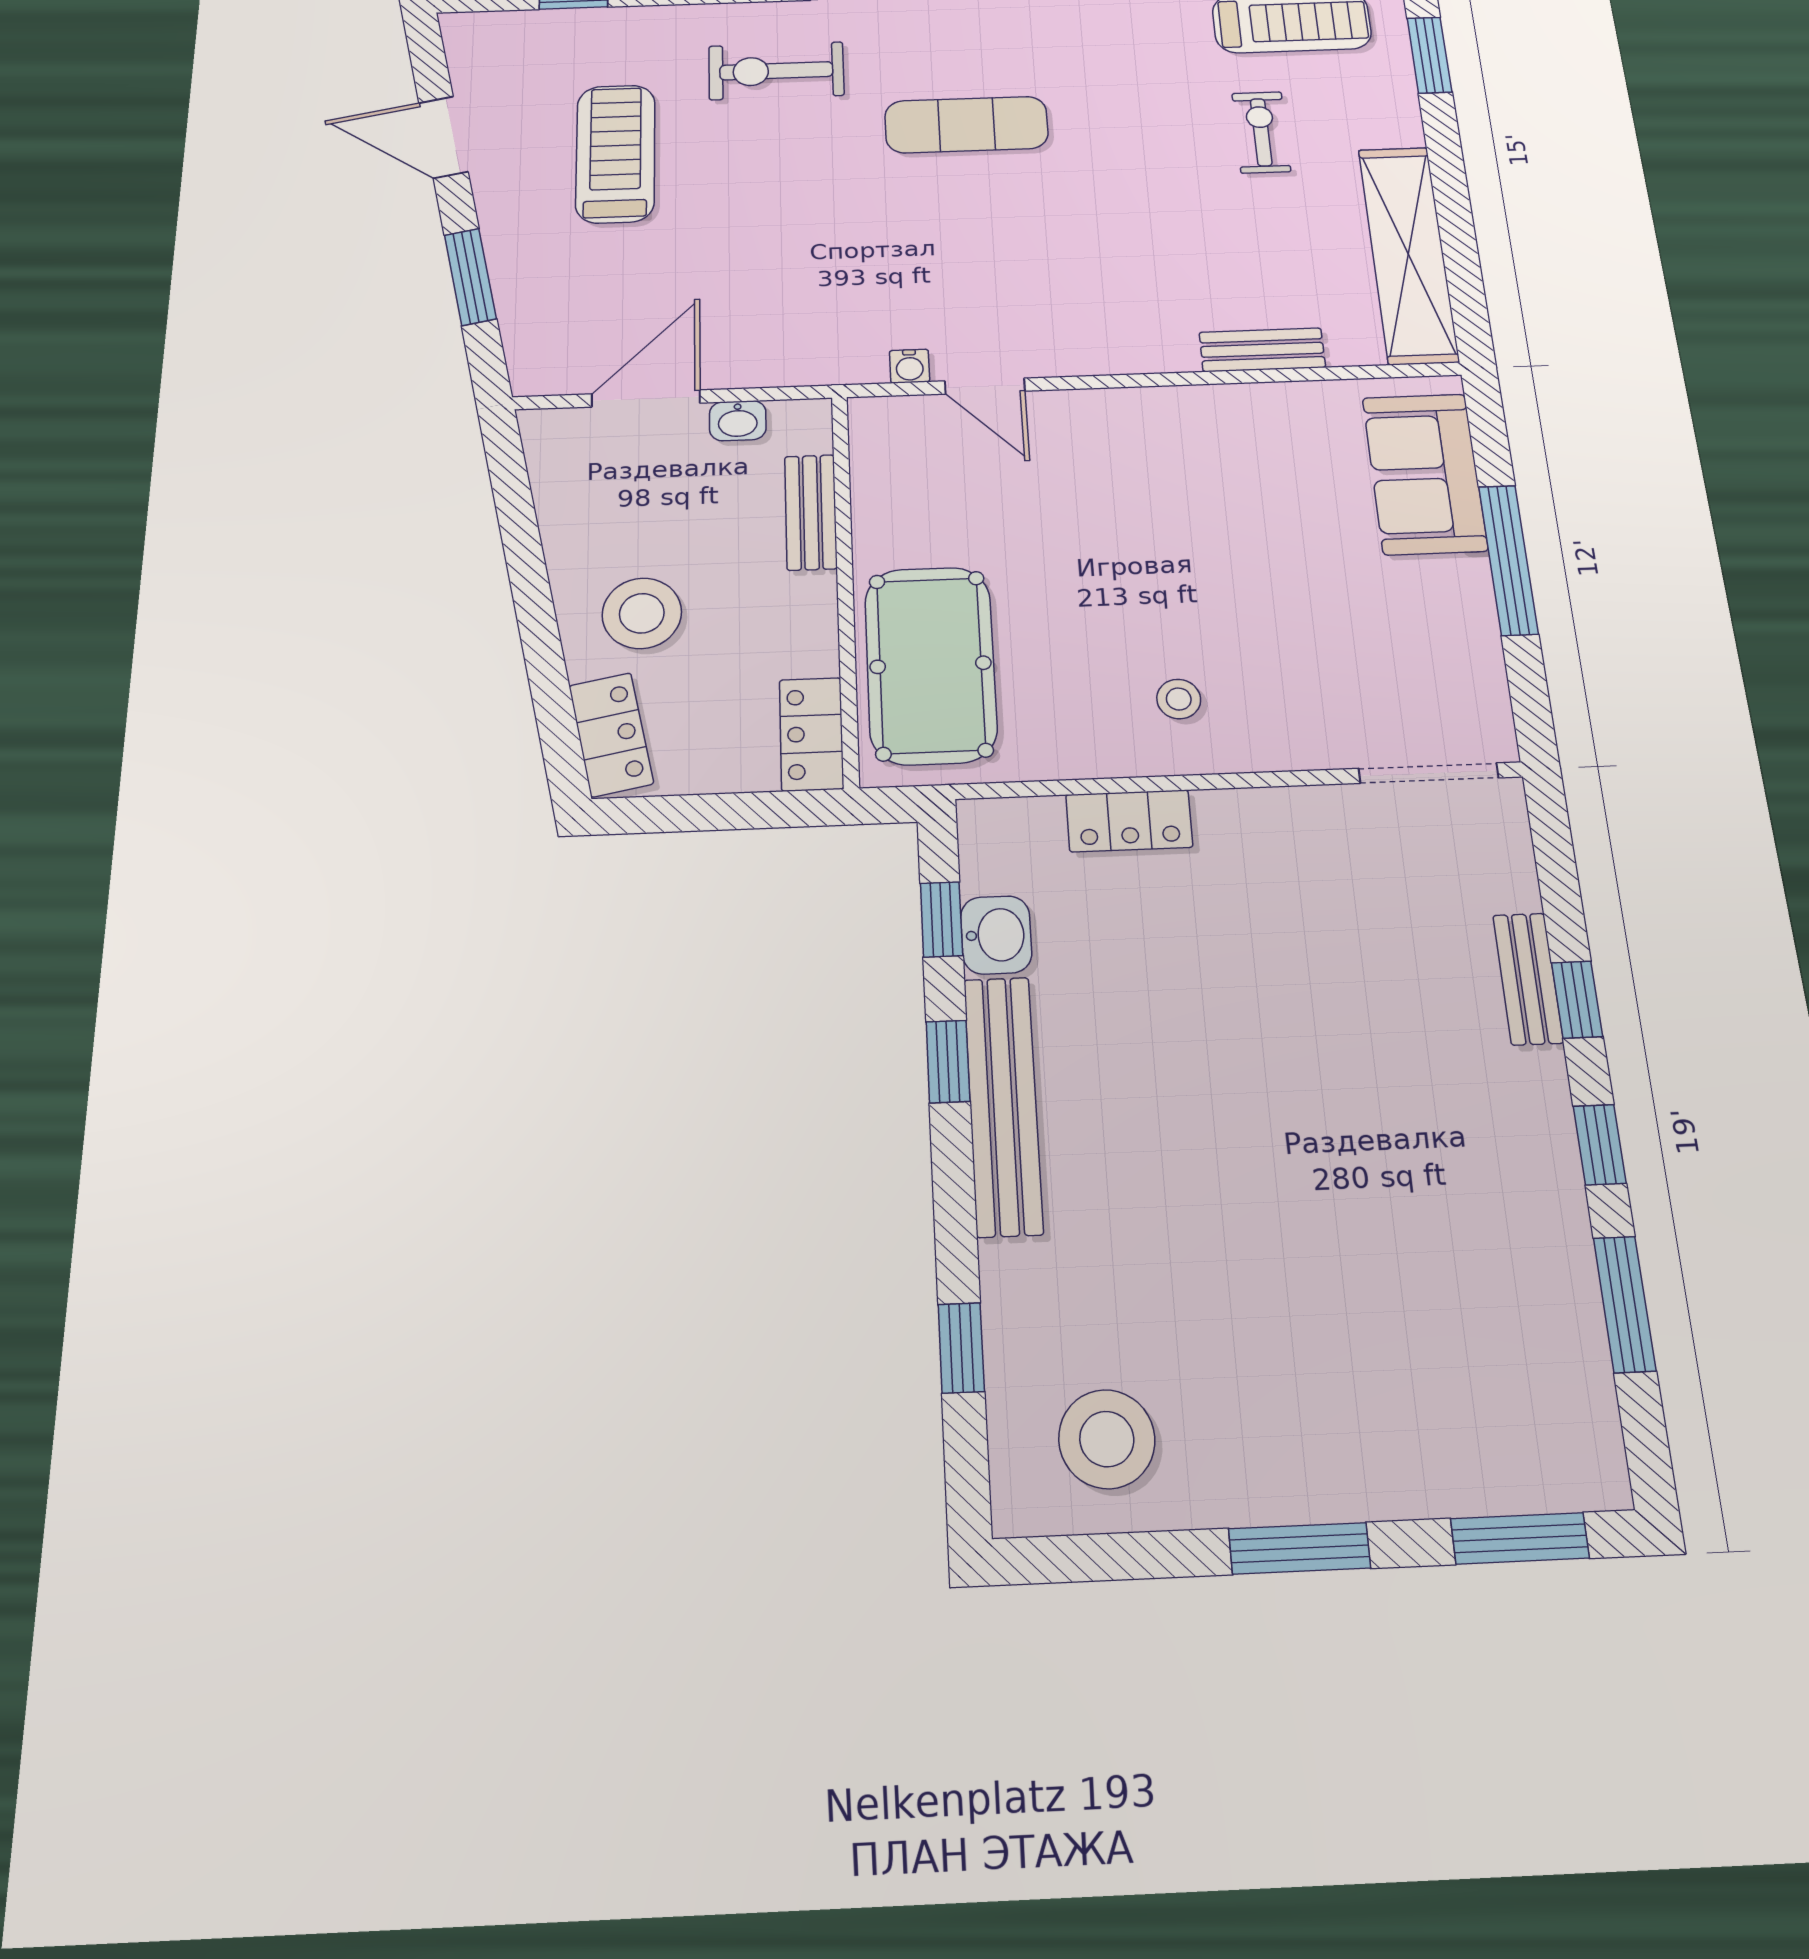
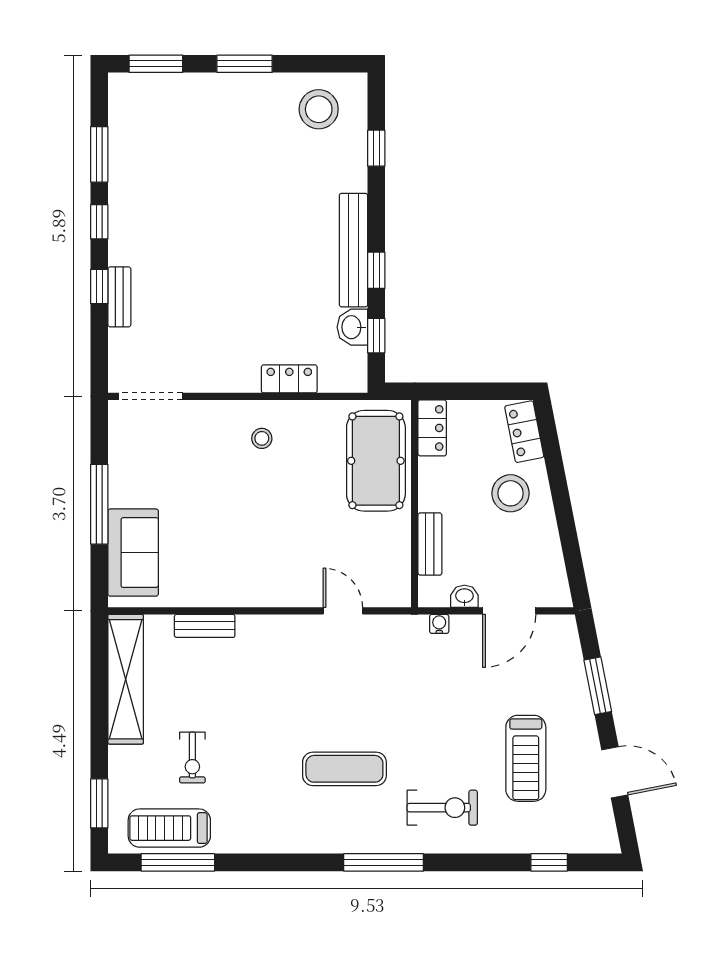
water cooler: (910, 366) -> (439, 624), moved

